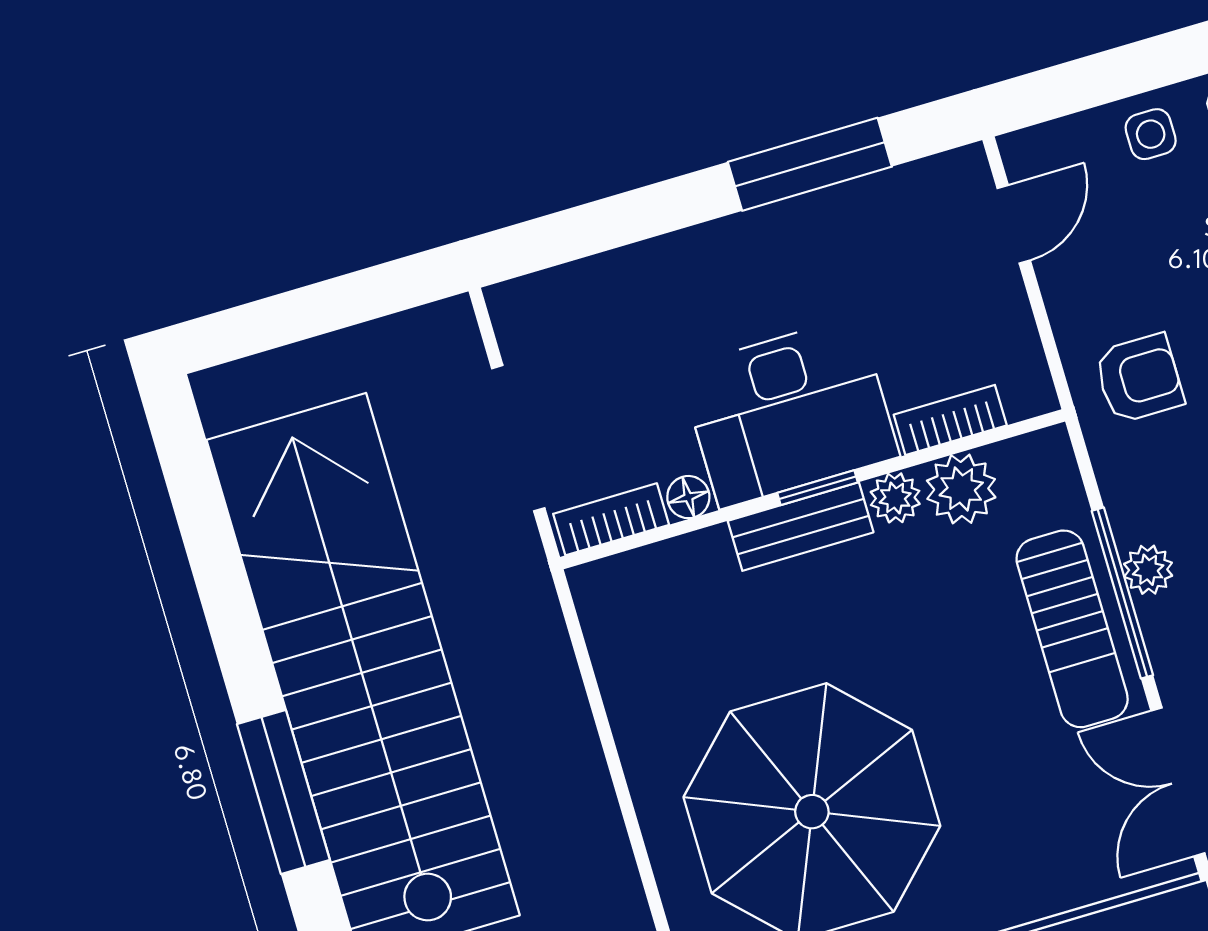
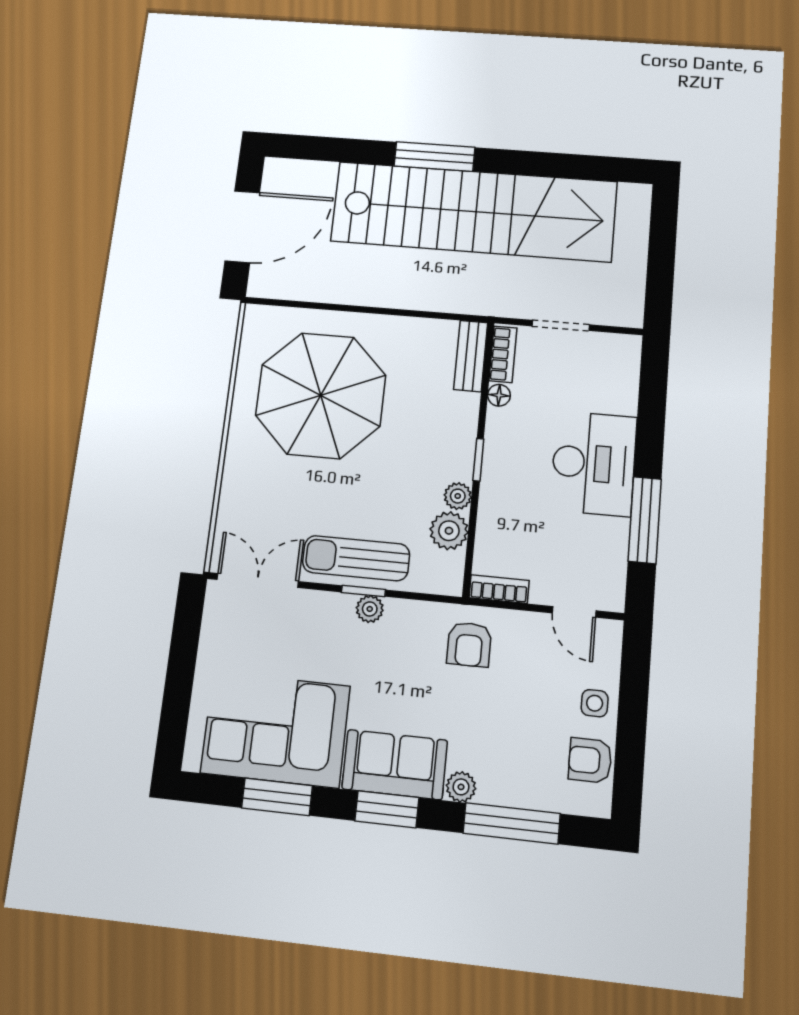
desk: (789, 412) -> (594, 463), moved, turned 180
bookcase: (950, 420) -> (499, 589), moved, turned -90
doorway: (518, 438) -> (561, 325), width x0.73
bench: (801, 527) -> (471, 356), moved
window: (1122, 593) -> (363, 591), width x0.46

